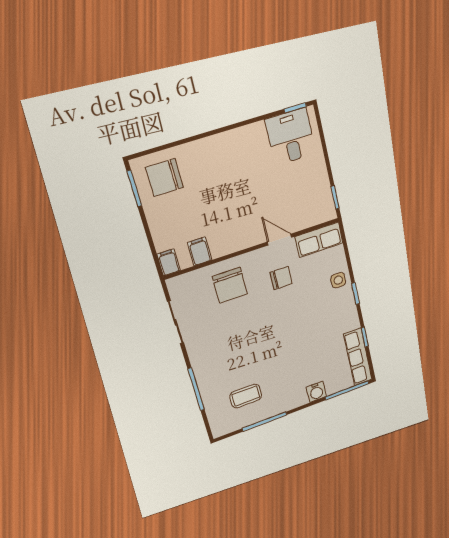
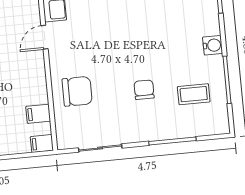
chair: (281, 278) -> (144, 90), moved
water cooler: (316, 392) -> (213, 45), moved
coffee table: (246, 396) -> (194, 94), turned 90

